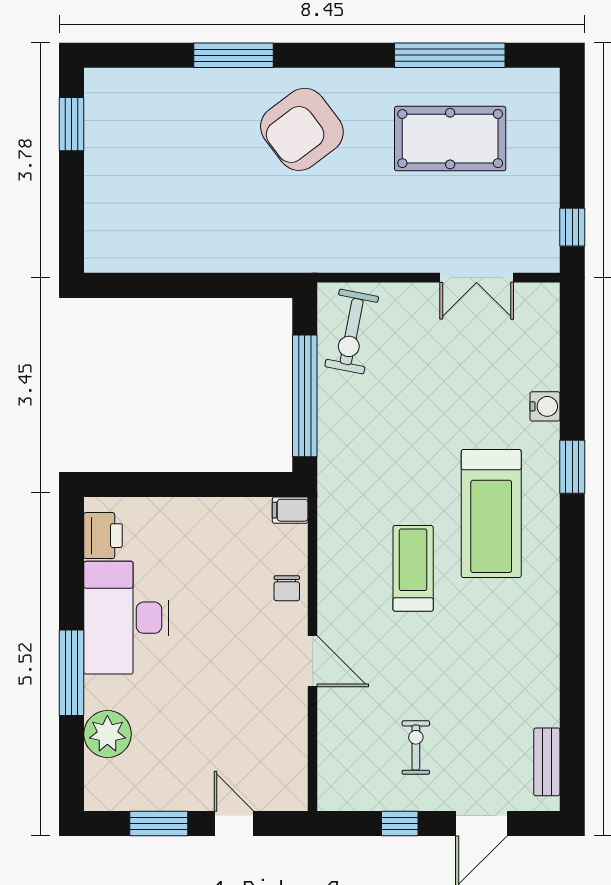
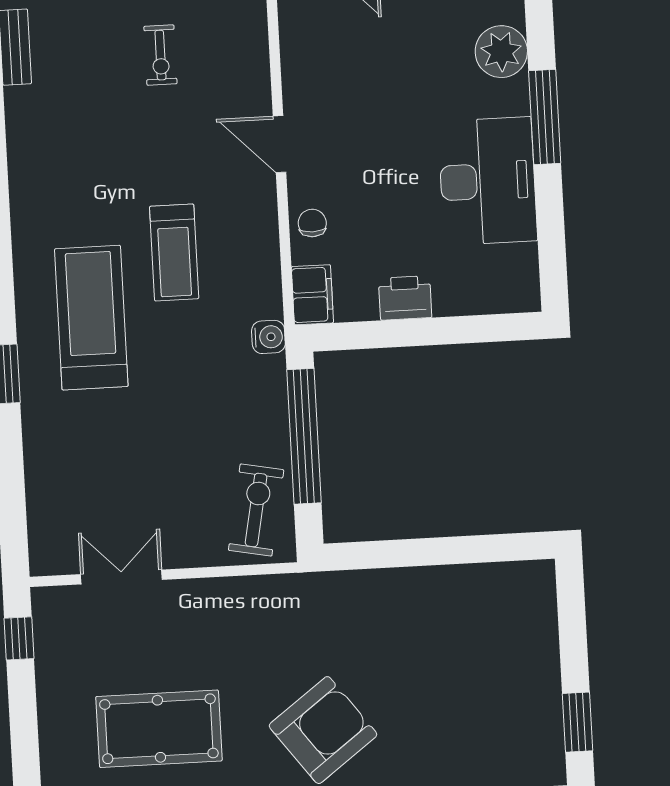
water cooler: (545, 406) -> (268, 337), moved, turned 180
filing cabinet: (290, 510) -> (312, 295), width x2.00
printer: (103, 536) -> (405, 298), moved, turned 90

